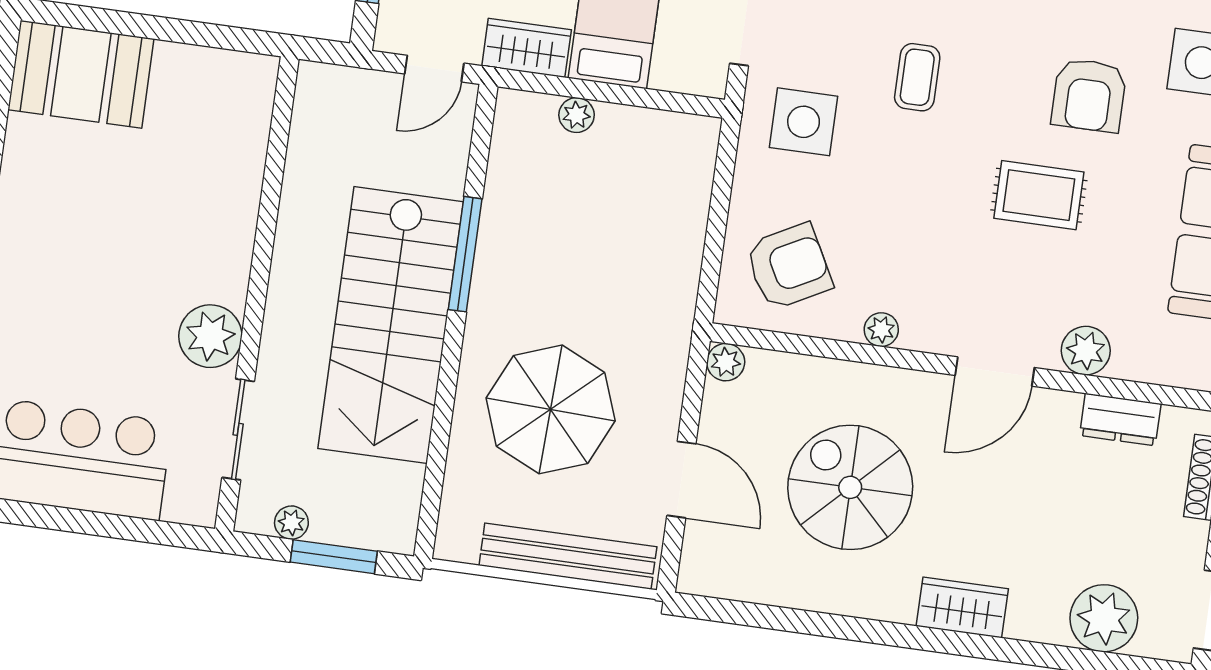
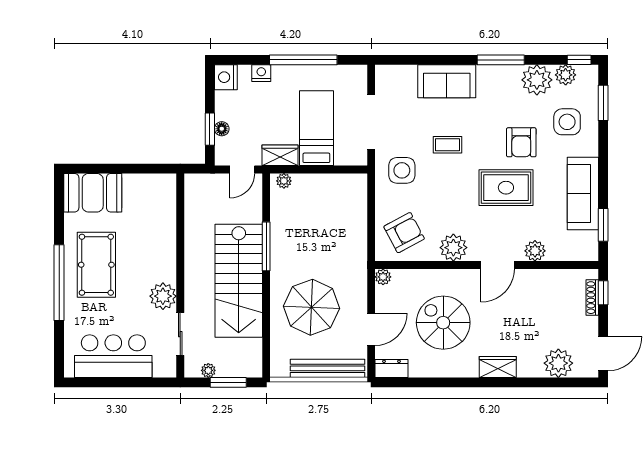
coffee table: (917, 77) -> (447, 145), turned 90
plant: (577, 115) -> (284, 181), moved
rug: (1039, 195) -> (506, 188), width x1.36, depth x1.43
pool table: (66, 242) -> (96, 265), added
plant: (881, 330) -> (453, 248), width x1.88, depth x1.88
dresser: (1120, 420) -> (391, 368), moved, turned 180
door: (681, 480) -> (371, 329), hinge flipped

